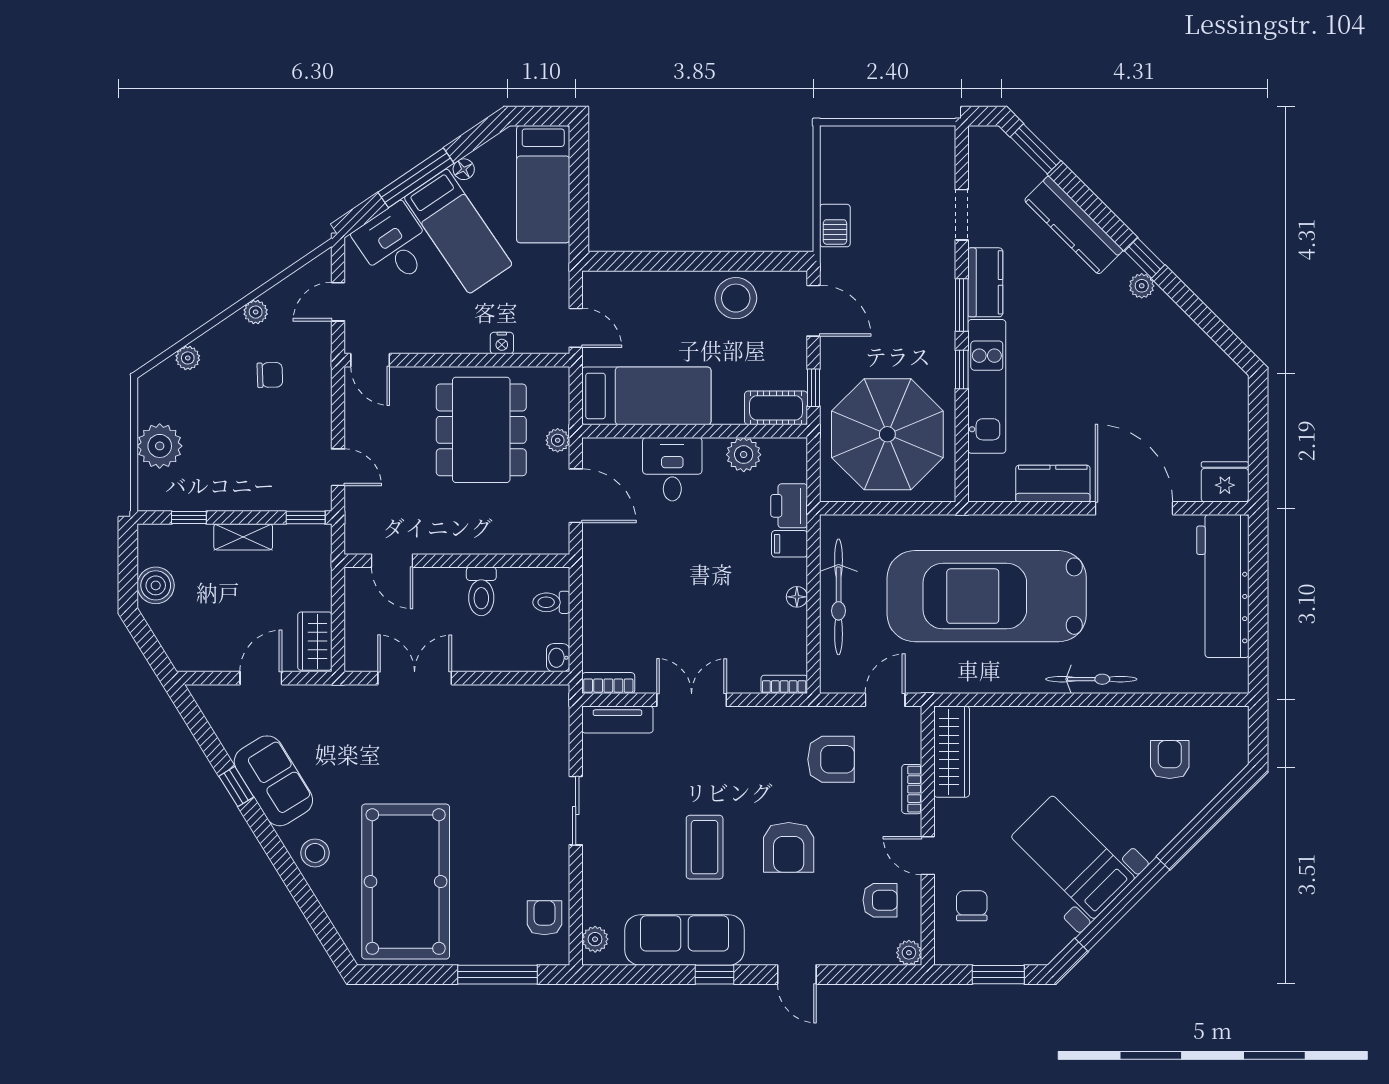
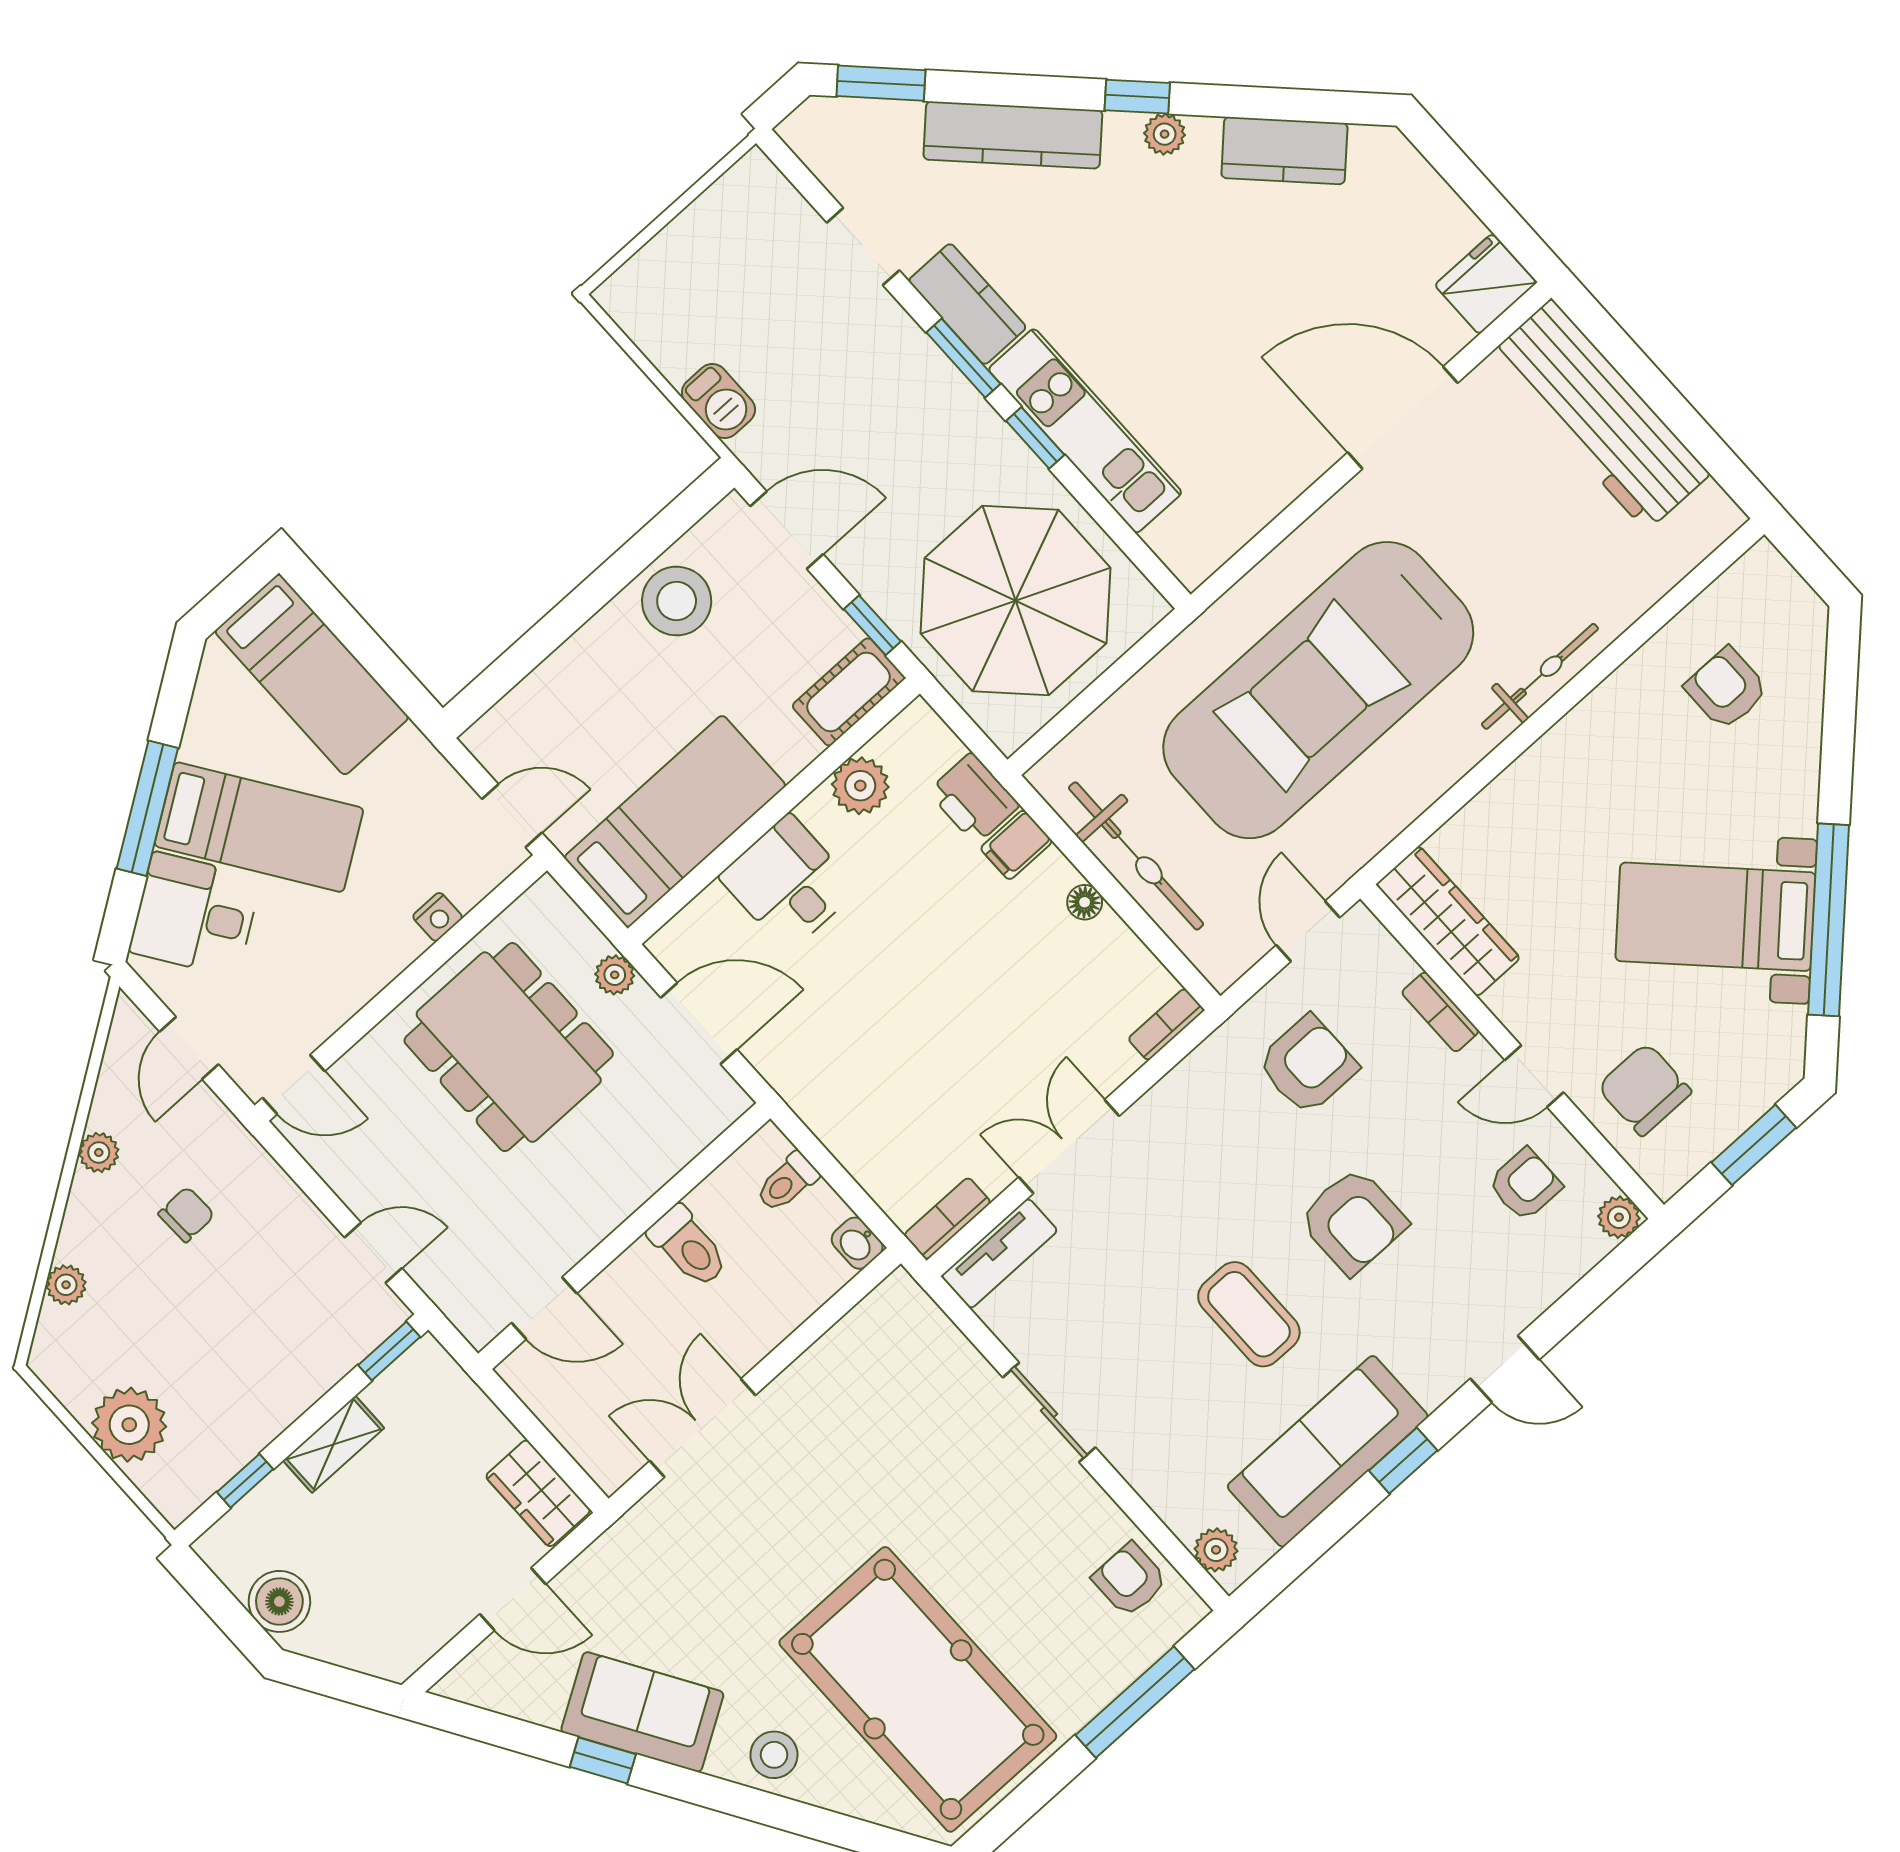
floor lamp: (464, 169) -> (197, 744), removed
kitchen counter: (1053, 484) -> (1284, 151), moved, turned -135
door: (261, 678) -> (513, 1599), swing flipped
chair: (972, 906) -> (1644, 1089), width x1.37, depth x1.37

